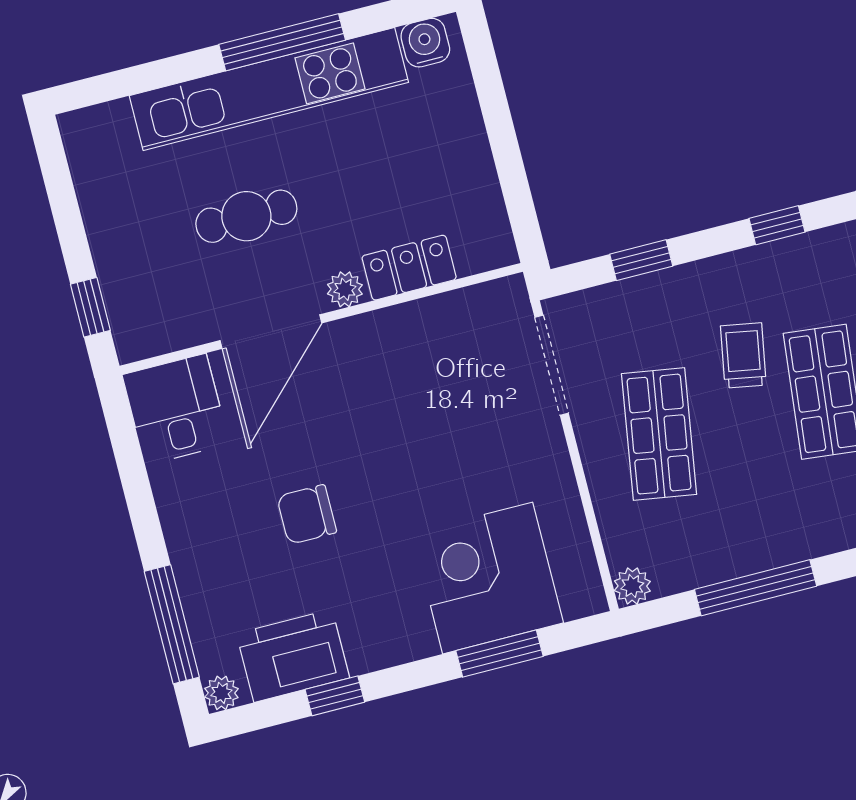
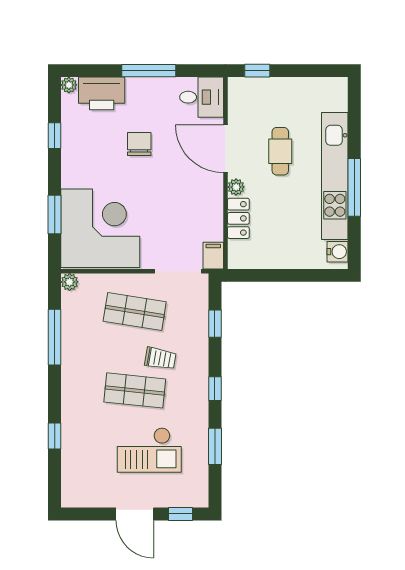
filing cabinet: (500, 300) -> (213, 256), added
corner desk: (488, 578) -> (100, 228), width x1.36, depth x1.36
window: (172, 624) -> (149, 71), moved
printer: (293, 656) -> (102, 93), moved, turned 90

